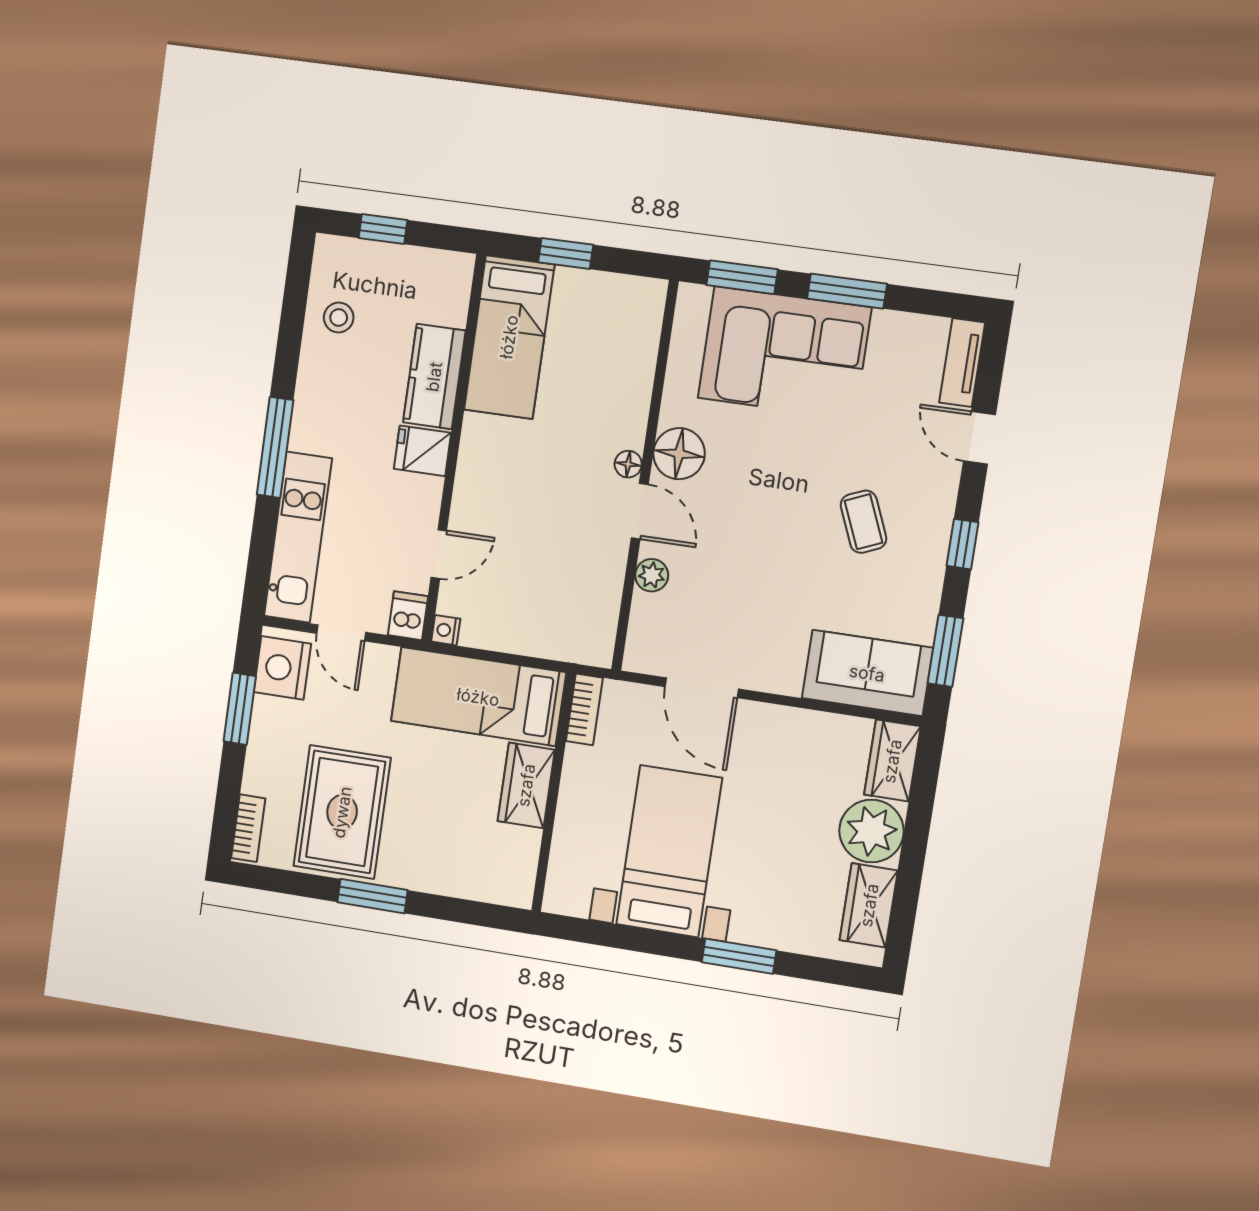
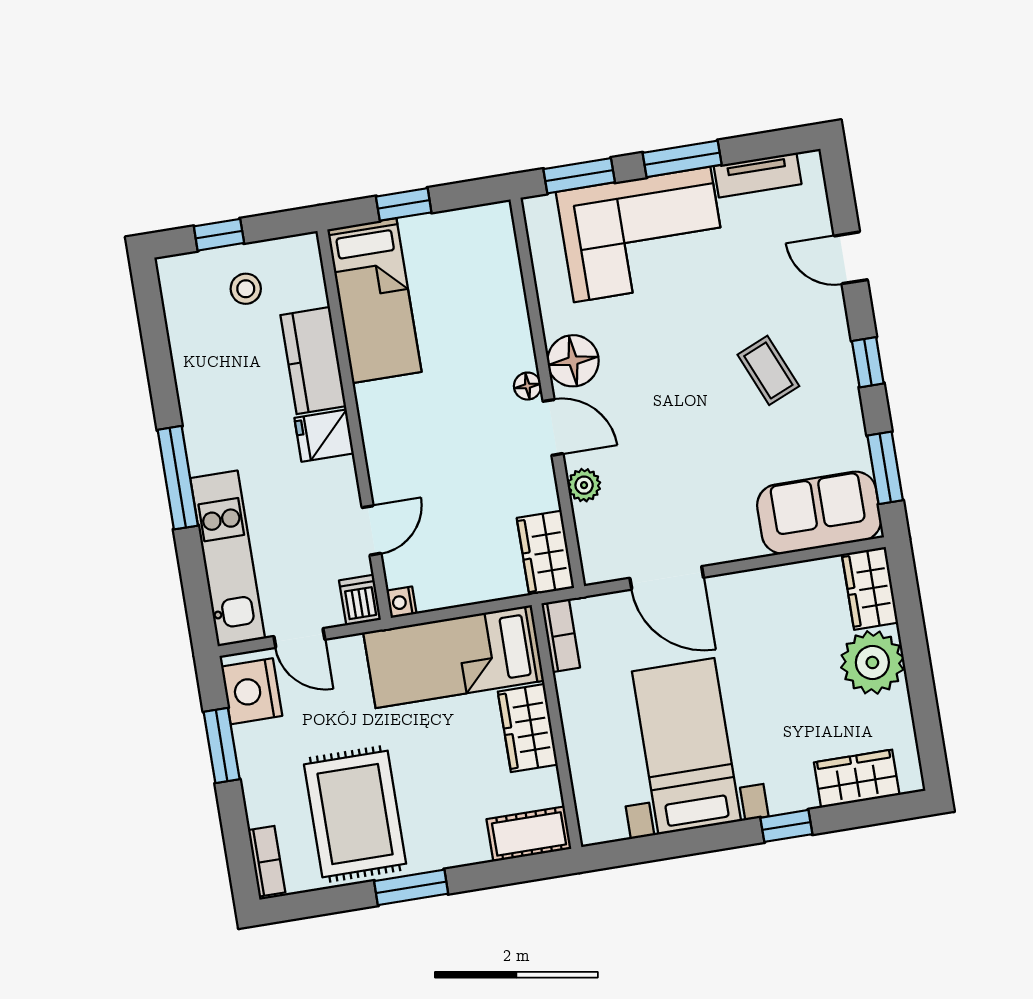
stool: (339, 318) -> (246, 289), moved
tv unit: (962, 363) -> (758, 175), moved, turned -90
wardrobe: (595, 628) -> (545, 553), added
cot: (496, 883) -> (529, 834), added
wardrobe: (869, 905) -> (857, 779), moved, turned 90
window: (739, 956) -> (786, 826), width x0.67

